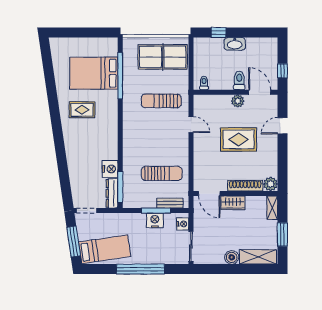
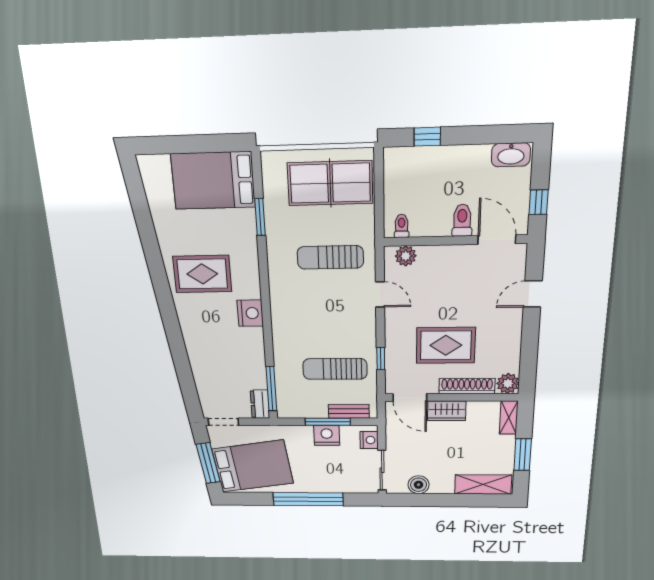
washbasin: (235, 44) -> (511, 155), moved
bed: (94, 73) -> (213, 180), moved
window: (120, 76) -> (260, 217), width x0.47
plant: (238, 101) -> (406, 256), moved
rug: (82, 110) -> (202, 274), width x1.36, depth x1.43
rug: (239, 139) -> (446, 345), moved
window: (191, 167) -> (381, 359), added
nightstand: (110, 169) -> (250, 313), moved
sun lounger: (162, 173) -> (335, 369), turned 180
dresser: (112, 193) -> (260, 404), width x0.70
bed: (105, 249) -> (253, 466), width x1.50
boiler: (232, 257) -> (419, 485), moved

